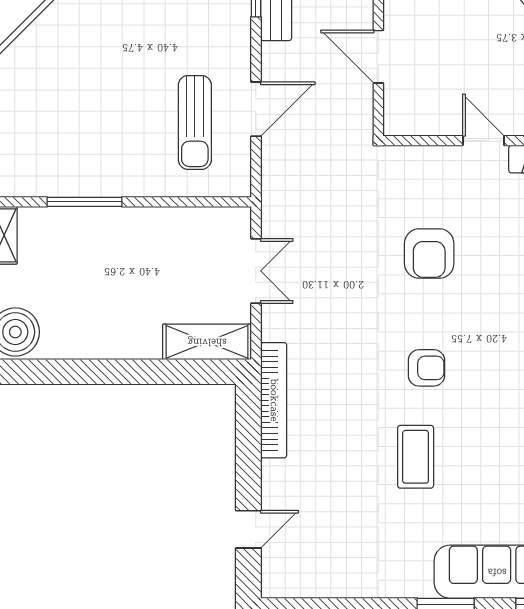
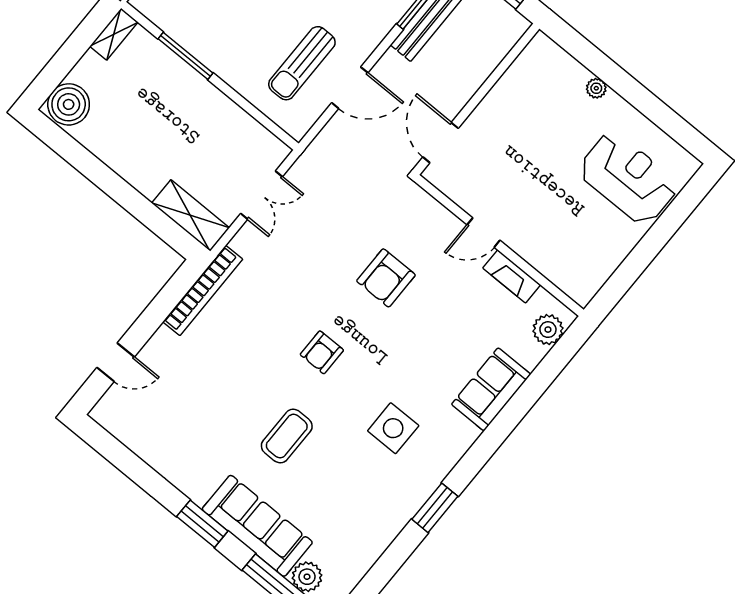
door: (378, 57) -> (441, 143), moved
door: (483, 141) -> (483, 233), swing flipped
armchair: (426, 368) -> (322, 352), turned 90
coffee table: (416, 457) -> (287, 436), moved

